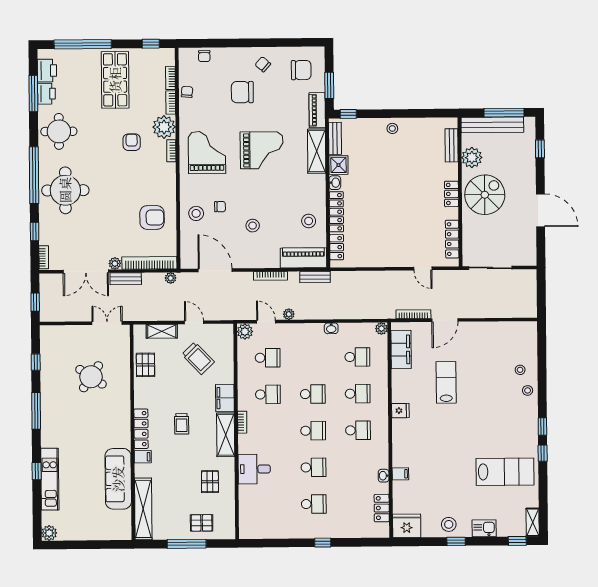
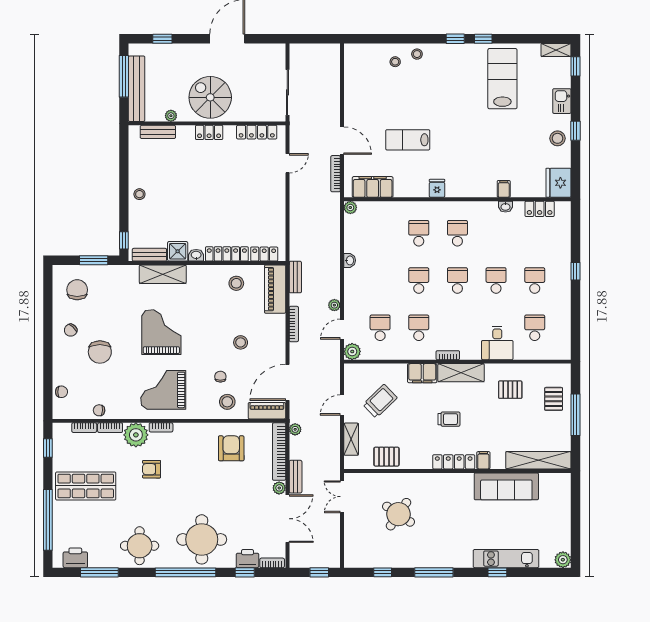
printer: (46, 94) -> (248, 559), moved
piano: (317, 110) -> (267, 411), moved, turned 180
plant: (472, 158) -> (171, 116), width x0.53, depth x0.53
school desk: (357, 357) -> (535, 328), moved

